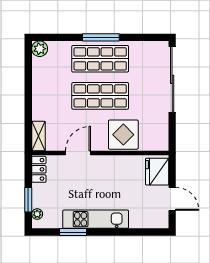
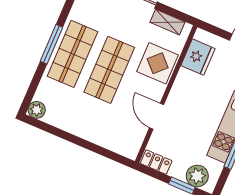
shelving: (38, 136) -> (168, 22), moved
fridge: (157, 172) -> (198, 57), moved, turned -90
plant: (37, 214) -> (197, 176), width x1.88, depth x1.88

